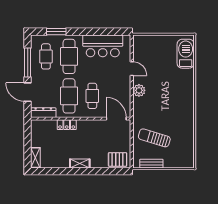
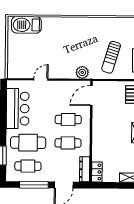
plant: (139, 90) -> (82, 72), moved
cafe table: (69, 96) -> (68, 143), width x0.73, depth x0.74
locker: (67, 125) -> (97, 172), moved

